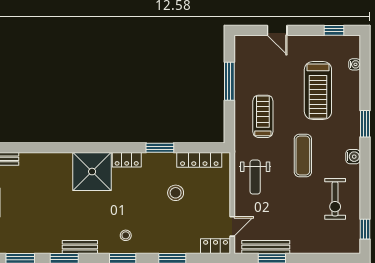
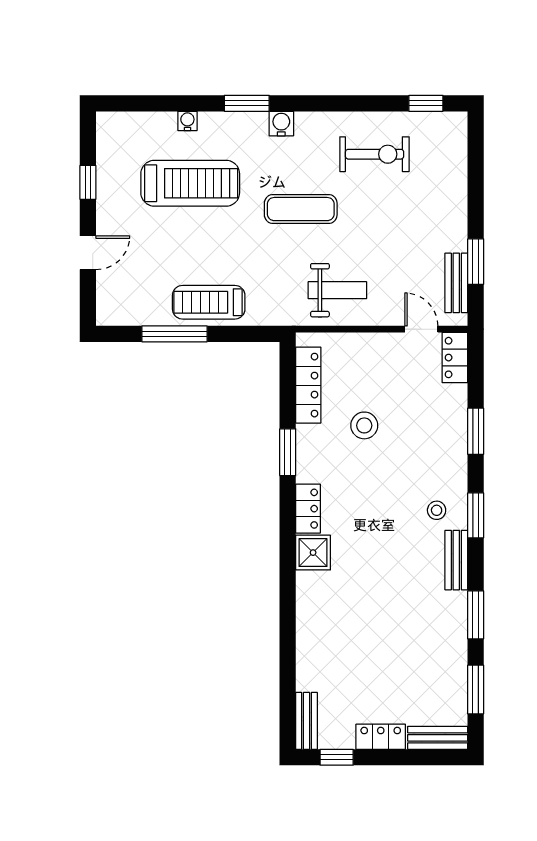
window: (334, 30) -> (88, 182), moved
water cooler: (355, 64) -> (187, 121), moved
treadmill: (263, 116) -> (209, 302), moved
water cooler: (353, 157) -> (281, 124), moved
shower: (92, 172) -> (313, 553), width x0.54, depth x0.54
bench: (80, 247) -> (456, 560), moved
bench: (266, 247) -> (456, 283), width x0.73

